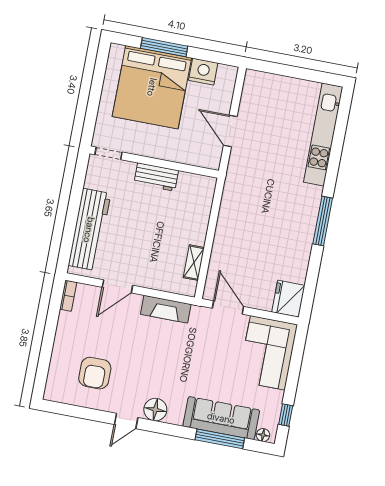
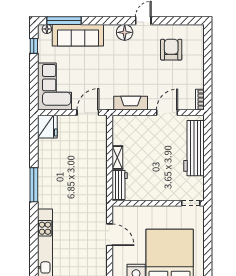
workbench: (156, 177) -> (120, 185), moved, turned 90
shelving: (194, 263) -> (117, 158), moved
door: (228, 307) -> (88, 113), swing flipped
window: (220, 439) -> (64, 21), moved

